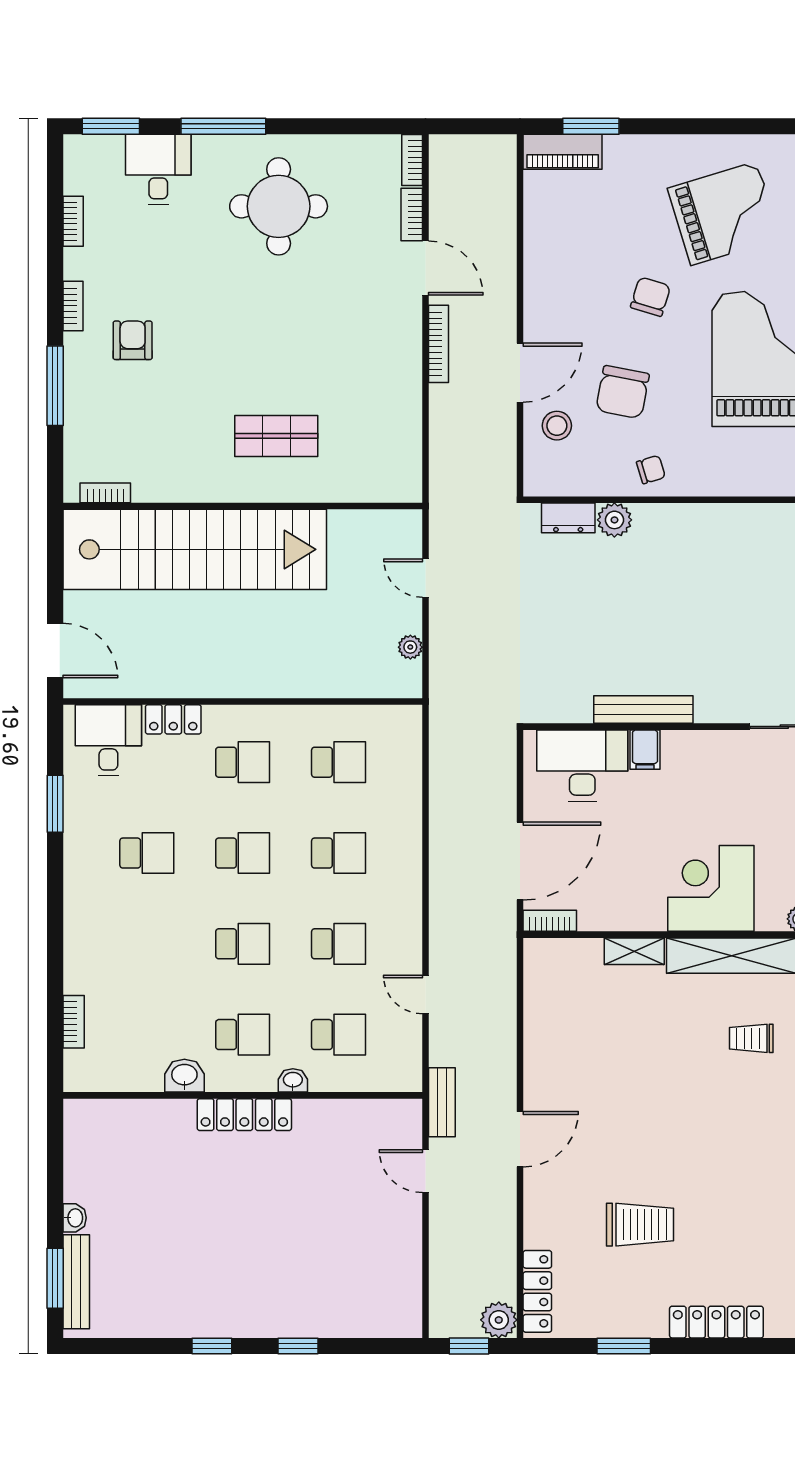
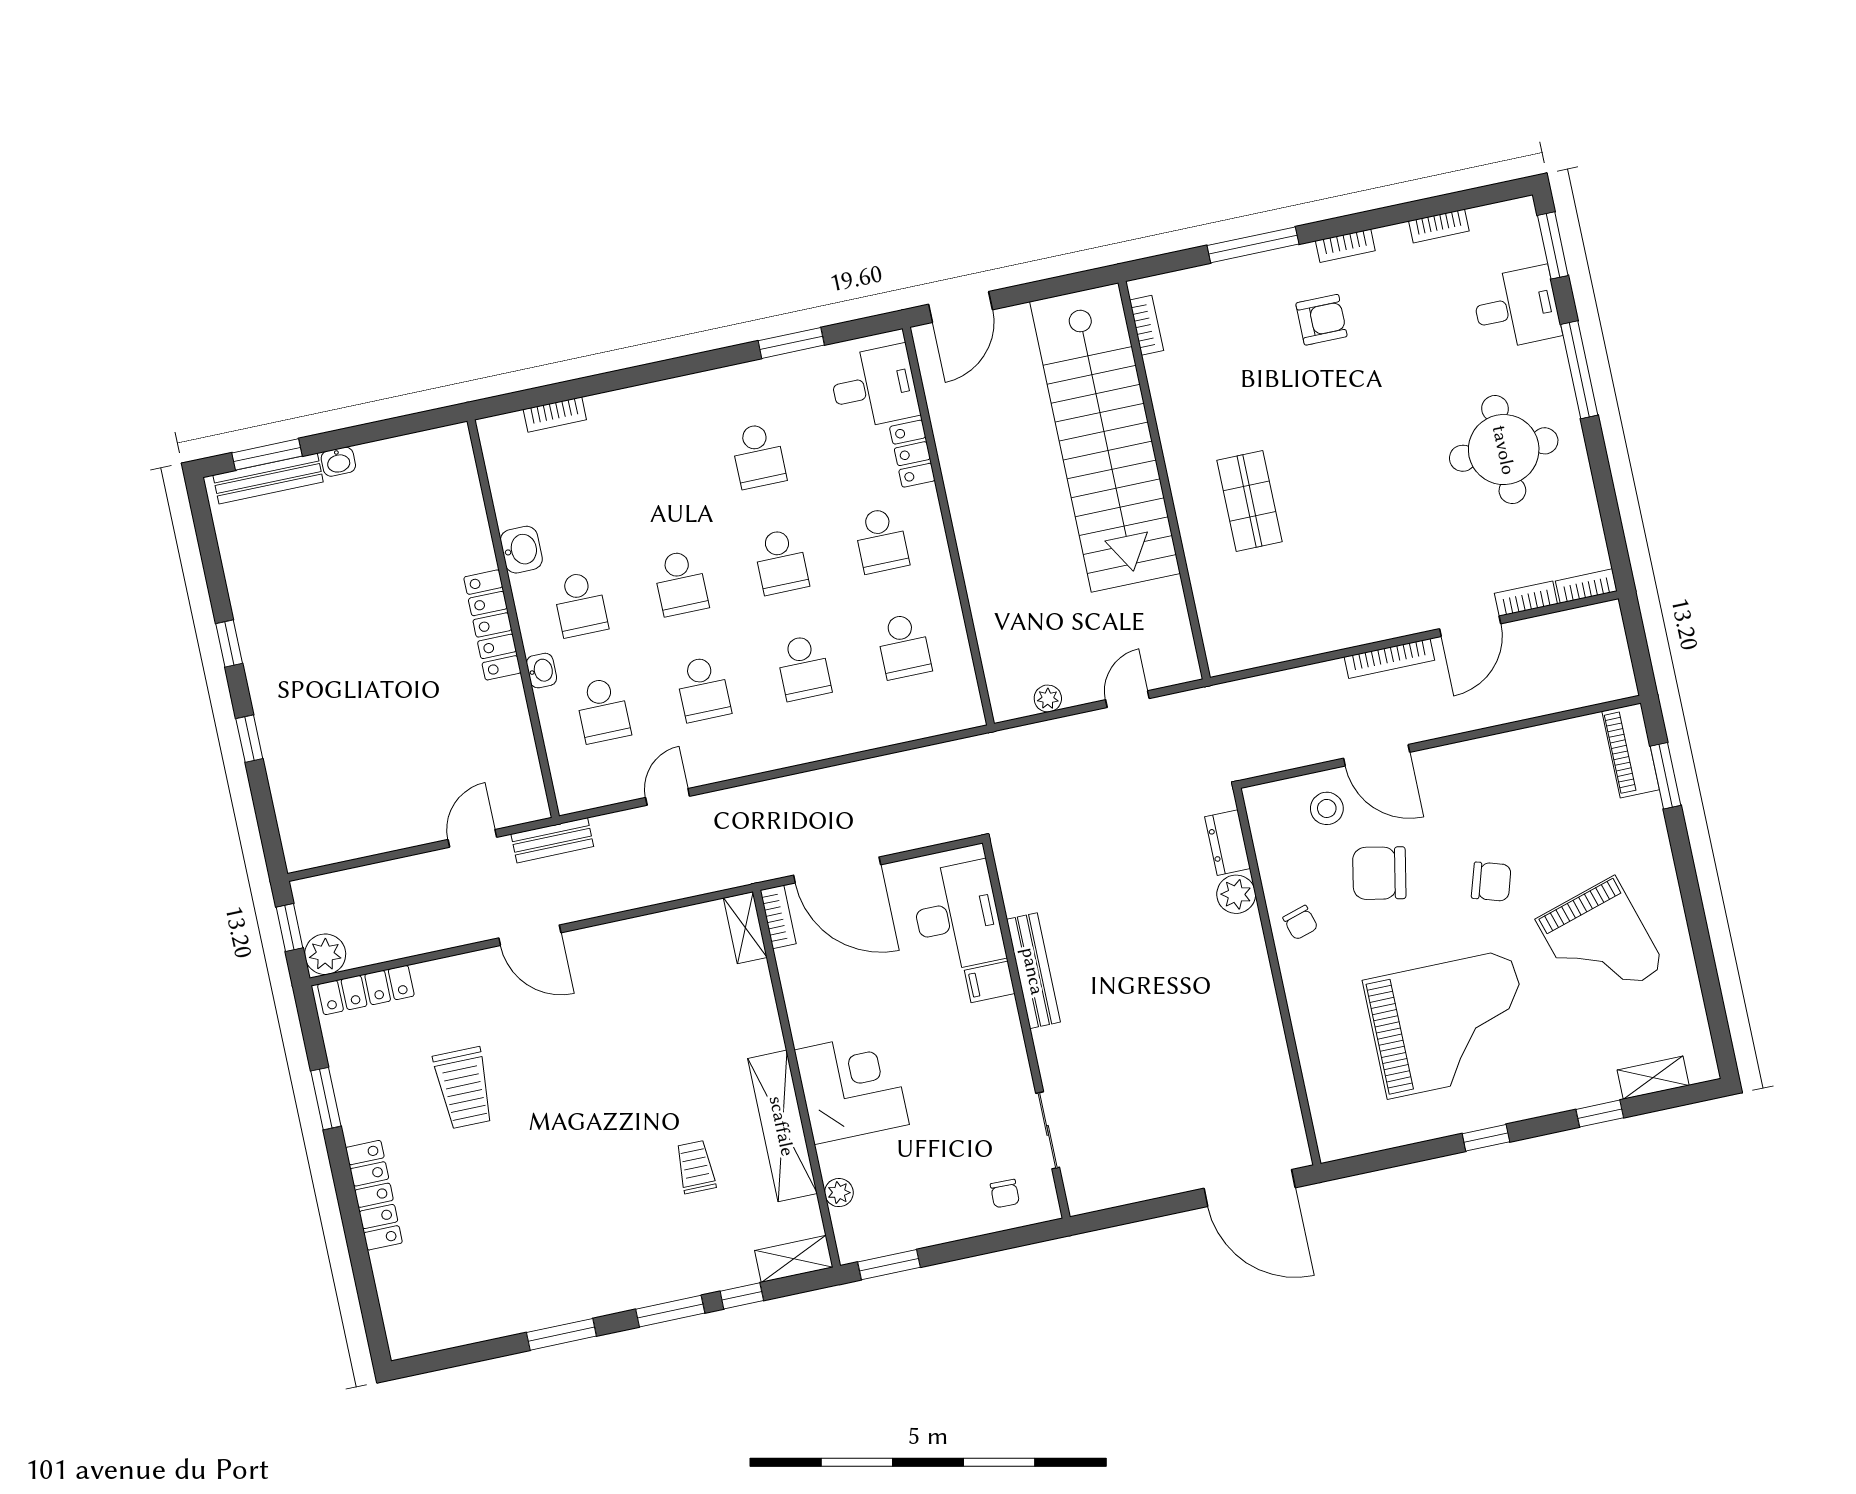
shelving: (634, 951) -> (745, 928), moved

